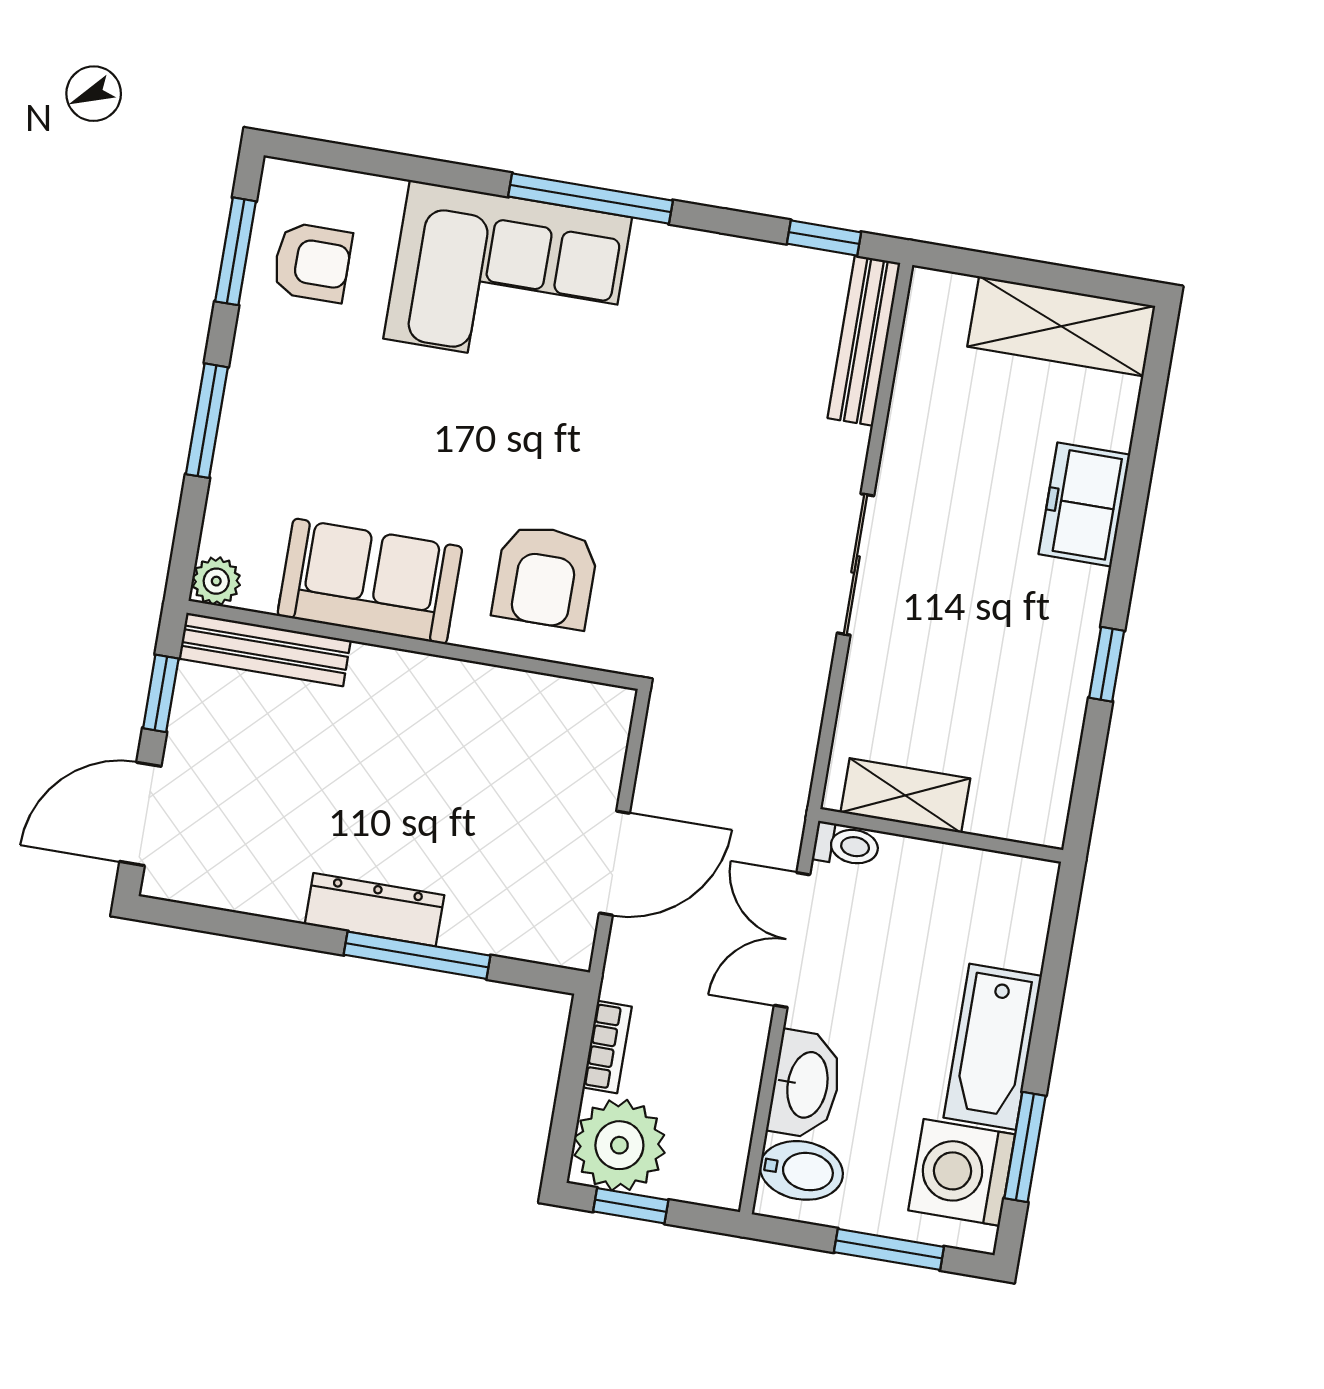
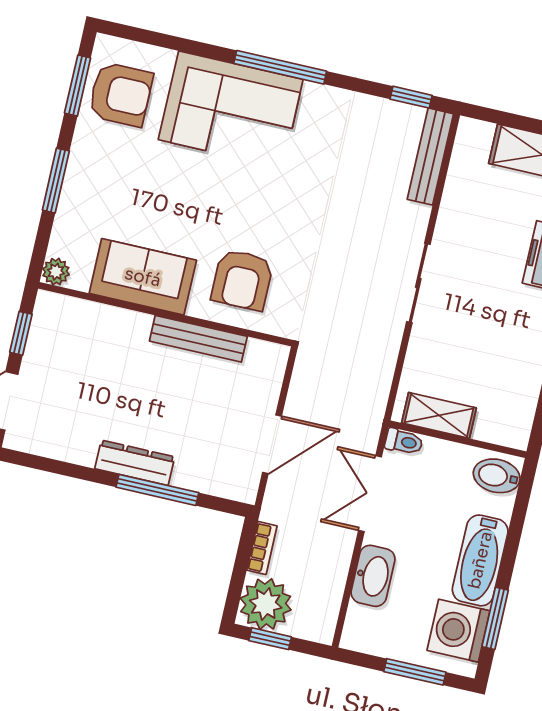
armchair: (312, 262) -> (121, 94), width x1.38, depth x1.38
bench: (265, 649) -> (198, 339), moved
bidet: (801, 1170) -> (497, 476), moved, turned 180

